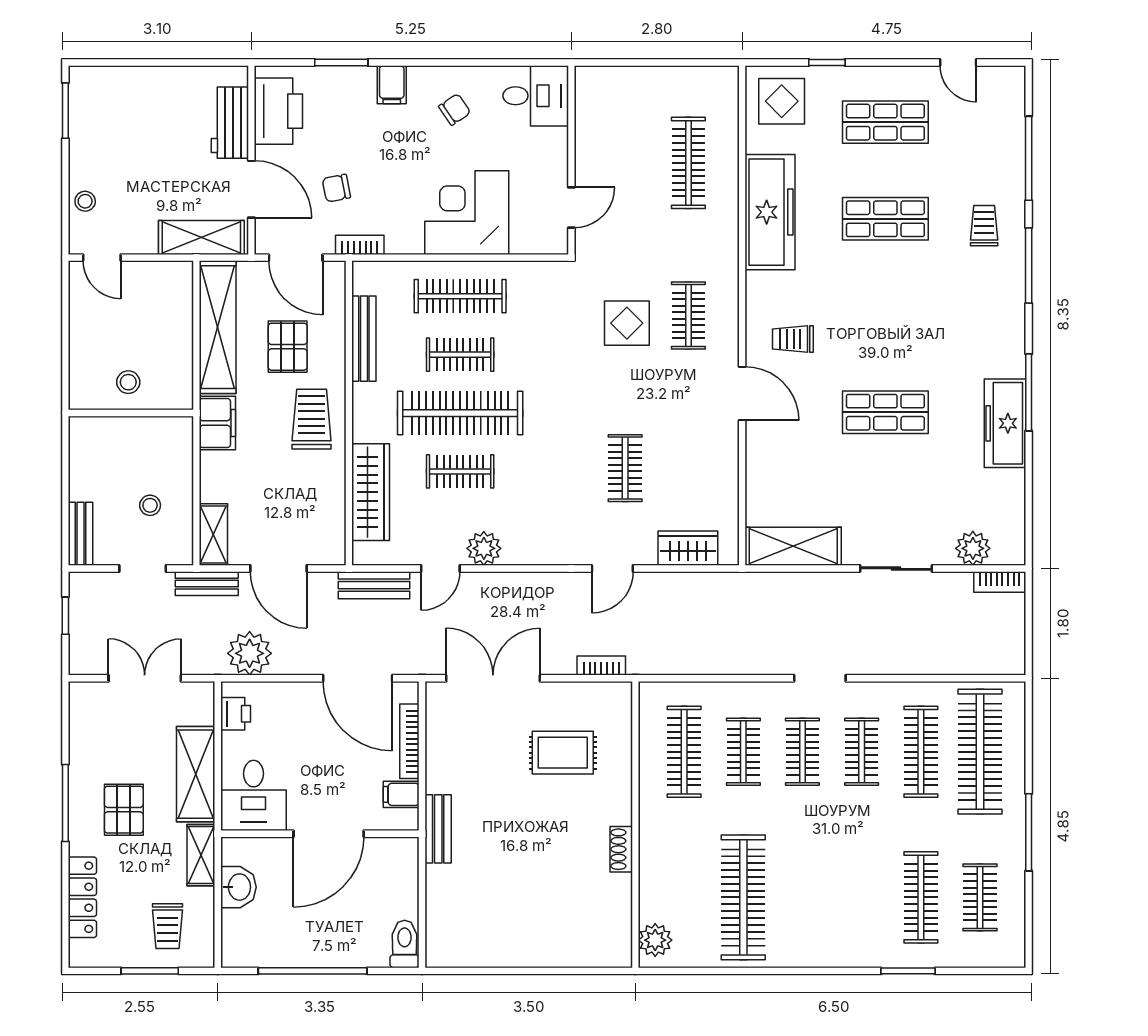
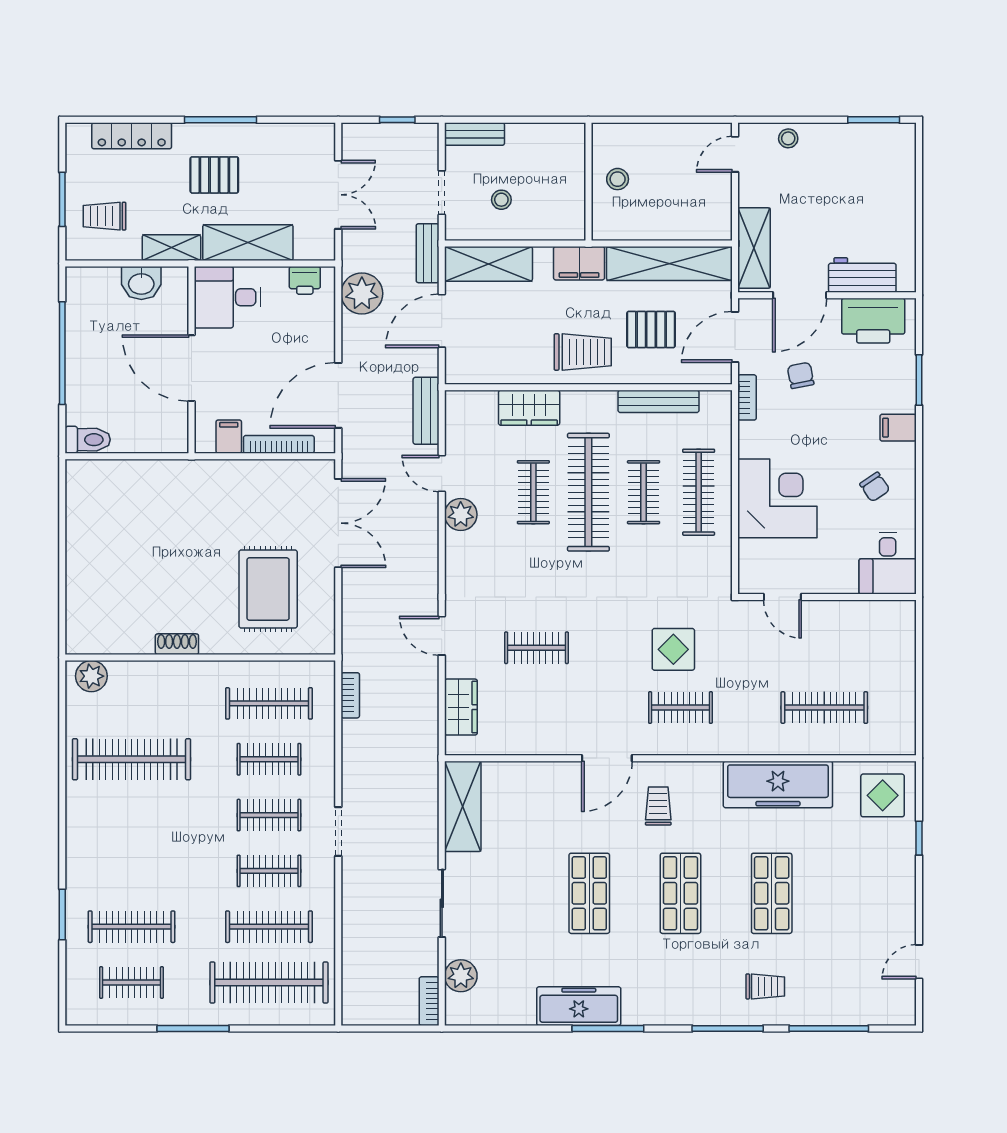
shop shelf: (885, 122) -> (680, 893), moved
wardrobe: (371, 492) -> (529, 408), width x0.67
shelving: (213, 535) -> (488, 264), width x1.50, depth x1.33
bookcase: (601, 666) -> (350, 695), moved
rug: (563, 753) -> (268, 589), width x1.36, depth x1.43
bench: (438, 829) -> (196, 471), removed

